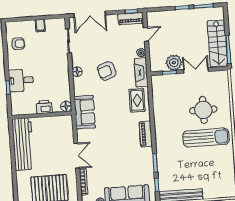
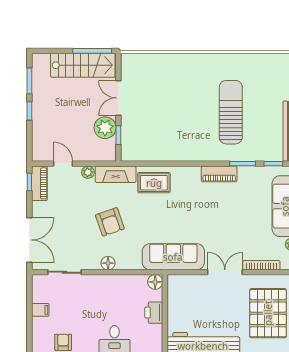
round table: (203, 110) -> (174, 91), removed
sofa: (85, 112) -> (173, 257), width x1.36
piano: (146, 134) -> (219, 174), moved
sun lounger: (206, 138) -> (231, 112), moved

